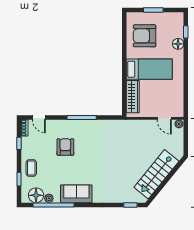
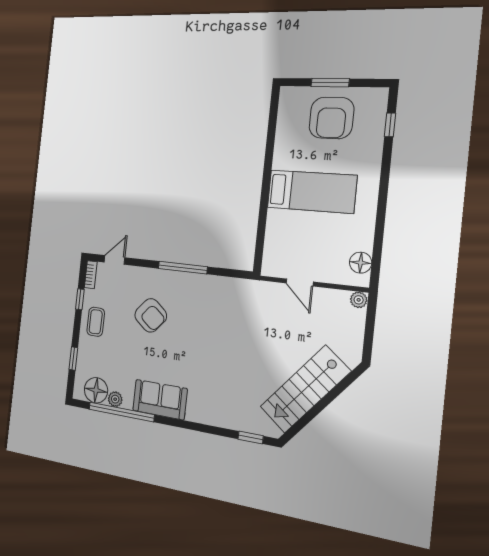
armchair: (145, 36) -> (331, 118), moved, turned -90
floor lamp: (178, 44) -> (361, 263), moved
wardrobe: (133, 97) -> (276, 239), removed
door: (39, 117) -> (114, 260), swing flipped
door: (164, 118) -> (300, 282), moved
armchair: (65, 147) -> (151, 315), turned 130
coffee table: (31, 168) -> (96, 322), moved

